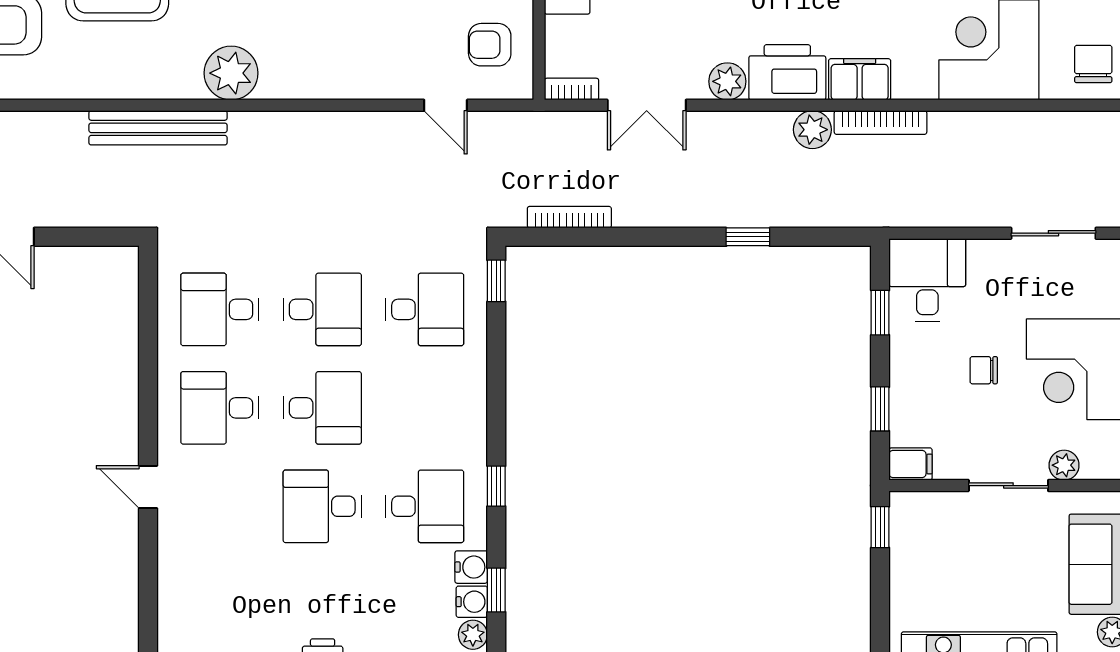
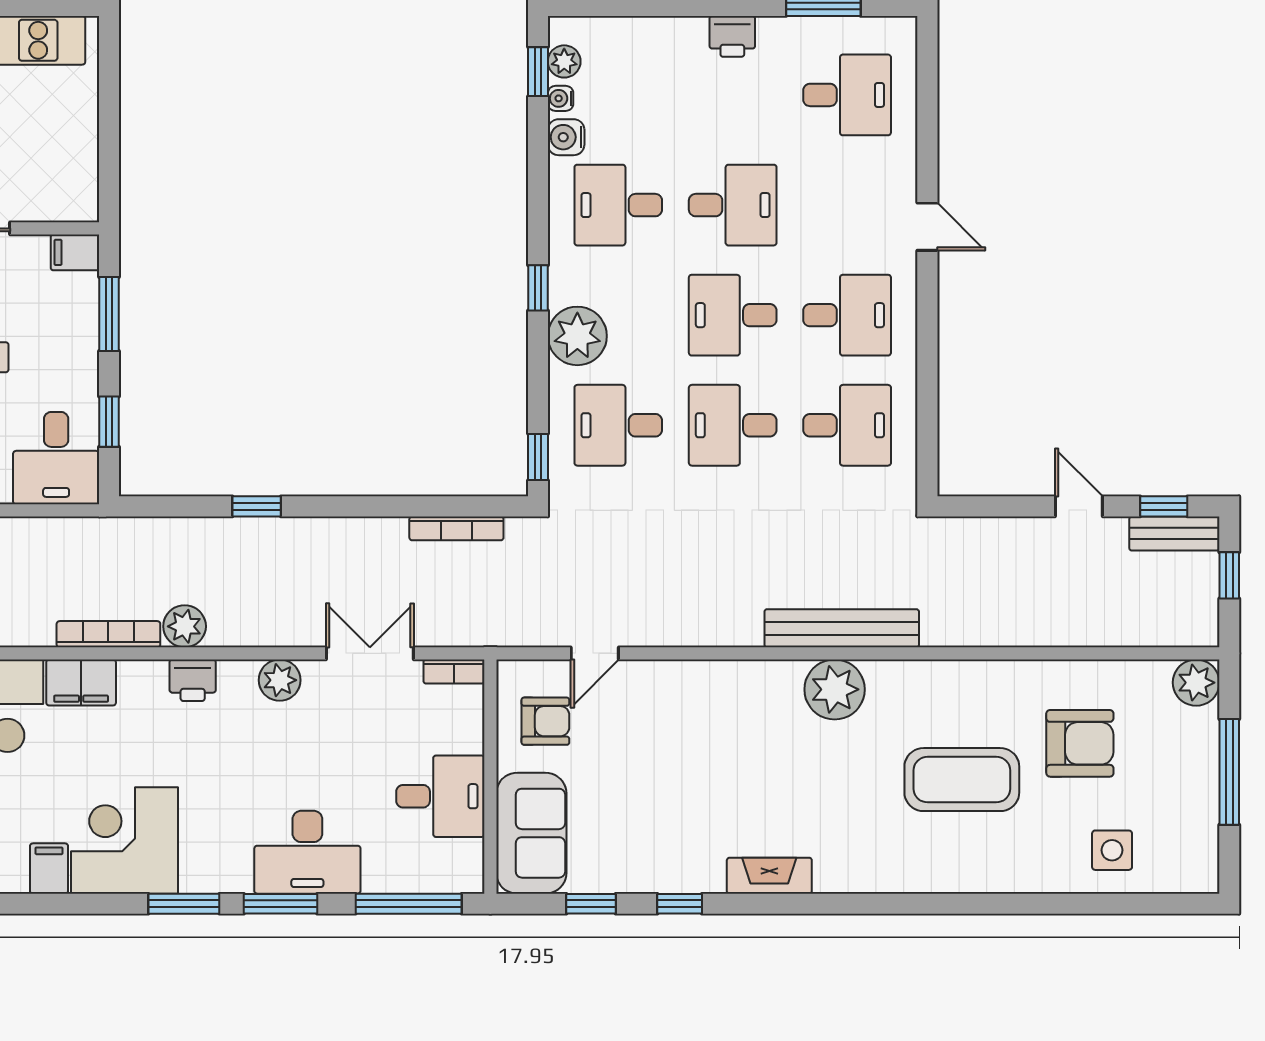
printer: (787, 72) -> (193, 680), width x0.53, depth x0.68
filing cabinet: (860, 79) -> (81, 682), moved
door: (446, 105) -> (595, 653), swing flipped
bench: (158, 128) -> (842, 628), moved
plant: (461, 389) -> (577, 336), added
window: (880, 409) -> (109, 314), width x1.50
window: (496, 486) -> (538, 288), moved
window: (880, 527) -> (109, 182), removed
window: (496, 590) -> (538, 72), moved
water cooler: (472, 602) -> (561, 98), width x0.72, depth x0.72
desk: (220, 605) -> (847, 95), added

